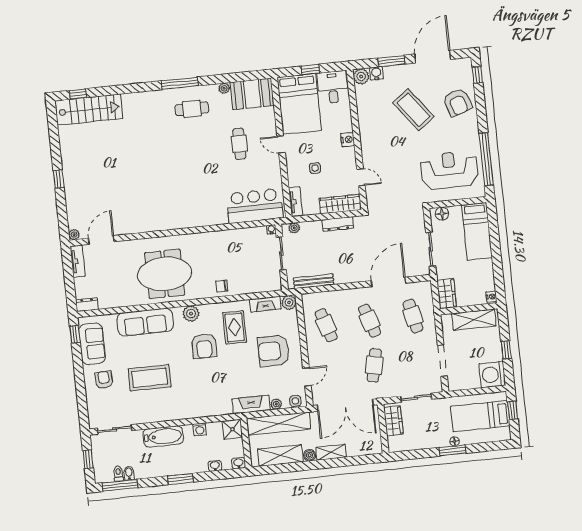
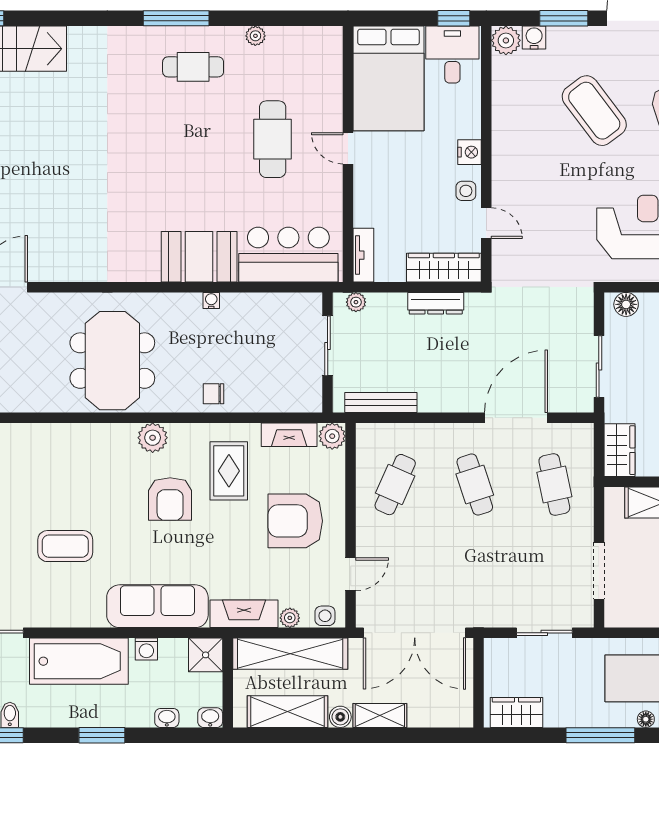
window: (310, 70) -> (454, 18), moved
booth: (252, 94) -> (199, 257), moved
cafe table: (239, 144) -> (273, 139), width x1.37, depth x1.35
side table: (315, 168) -> (466, 191), moved
water cooler: (271, 229) -> (211, 301), moved
meeting table: (165, 274) -> (112, 361), turned 90
sofa: (145, 322) -> (157, 606), moved, turned 180
cafe table: (326, 325) -> (395, 485), turned 42
cafe table: (374, 365) -> (475, 566), removed
coffee table: (150, 378) -> (65, 546), width x0.73, depth x0.76
wardrobe: (393, 421) -> (516, 712), moved, turned -90
bathtub: (163, 436) -> (79, 661), width x1.36, depth x1.36
floor lamp: (455, 441) -> (646, 719), moved
window: (453, 450) -> (600, 735), width x1.44

